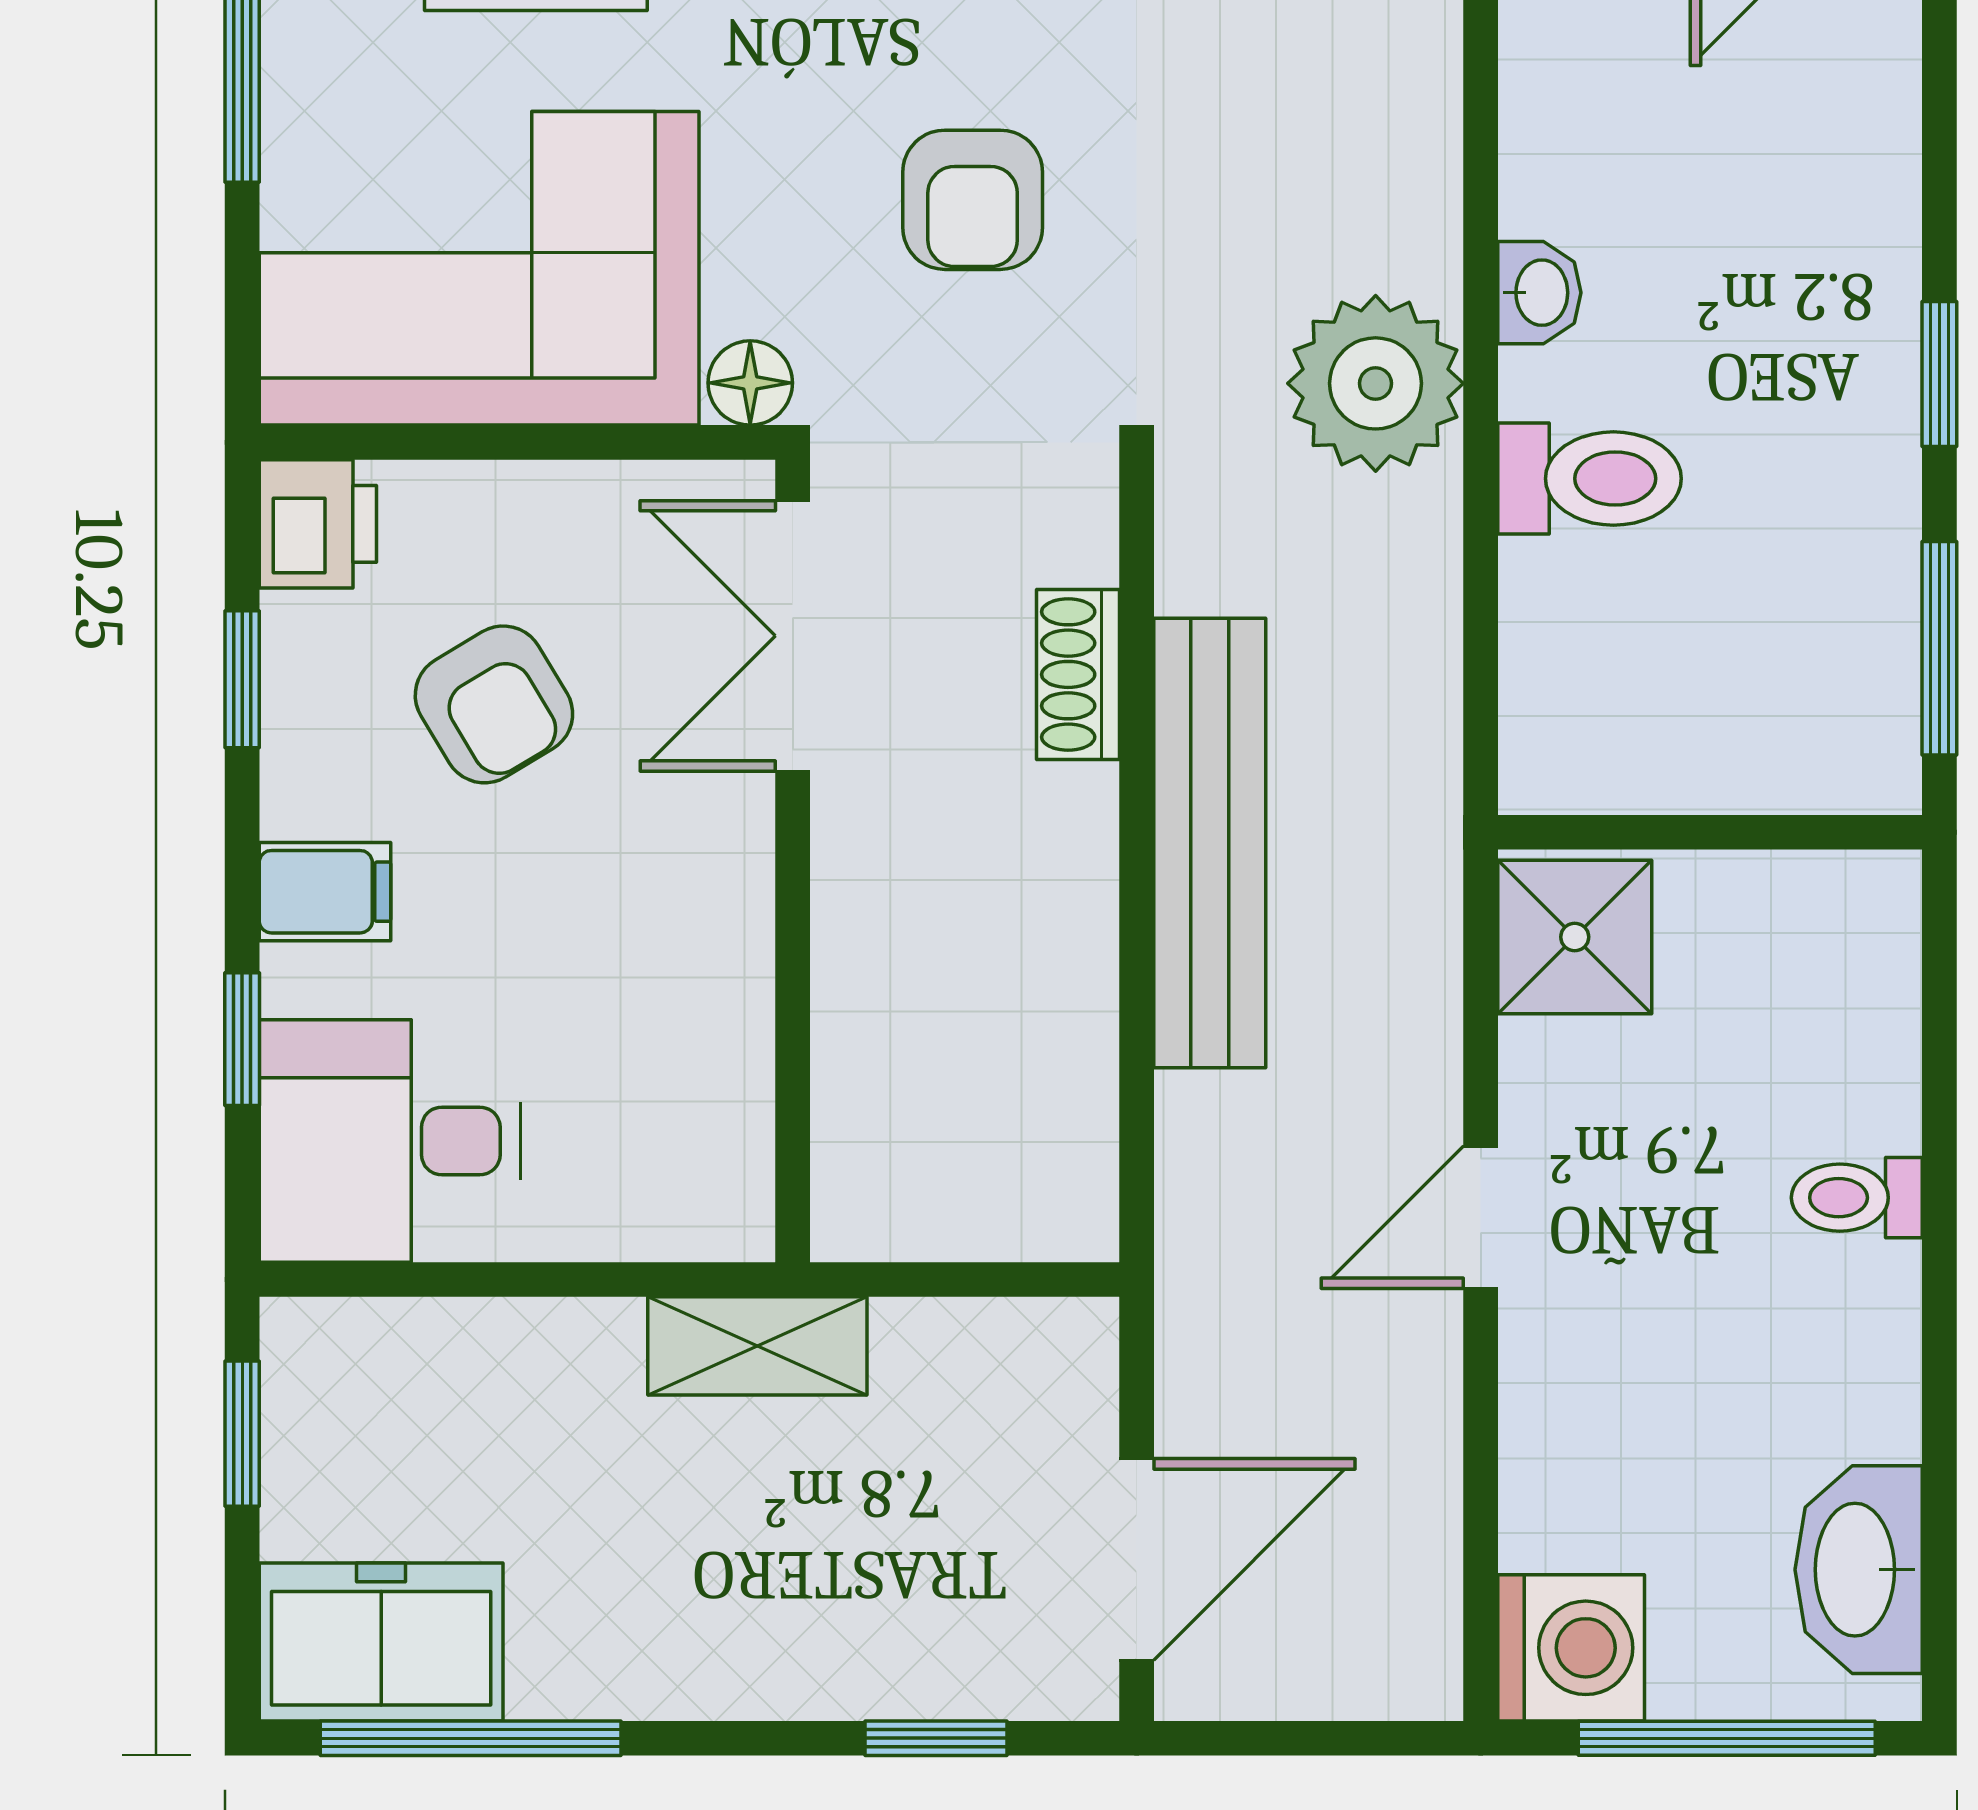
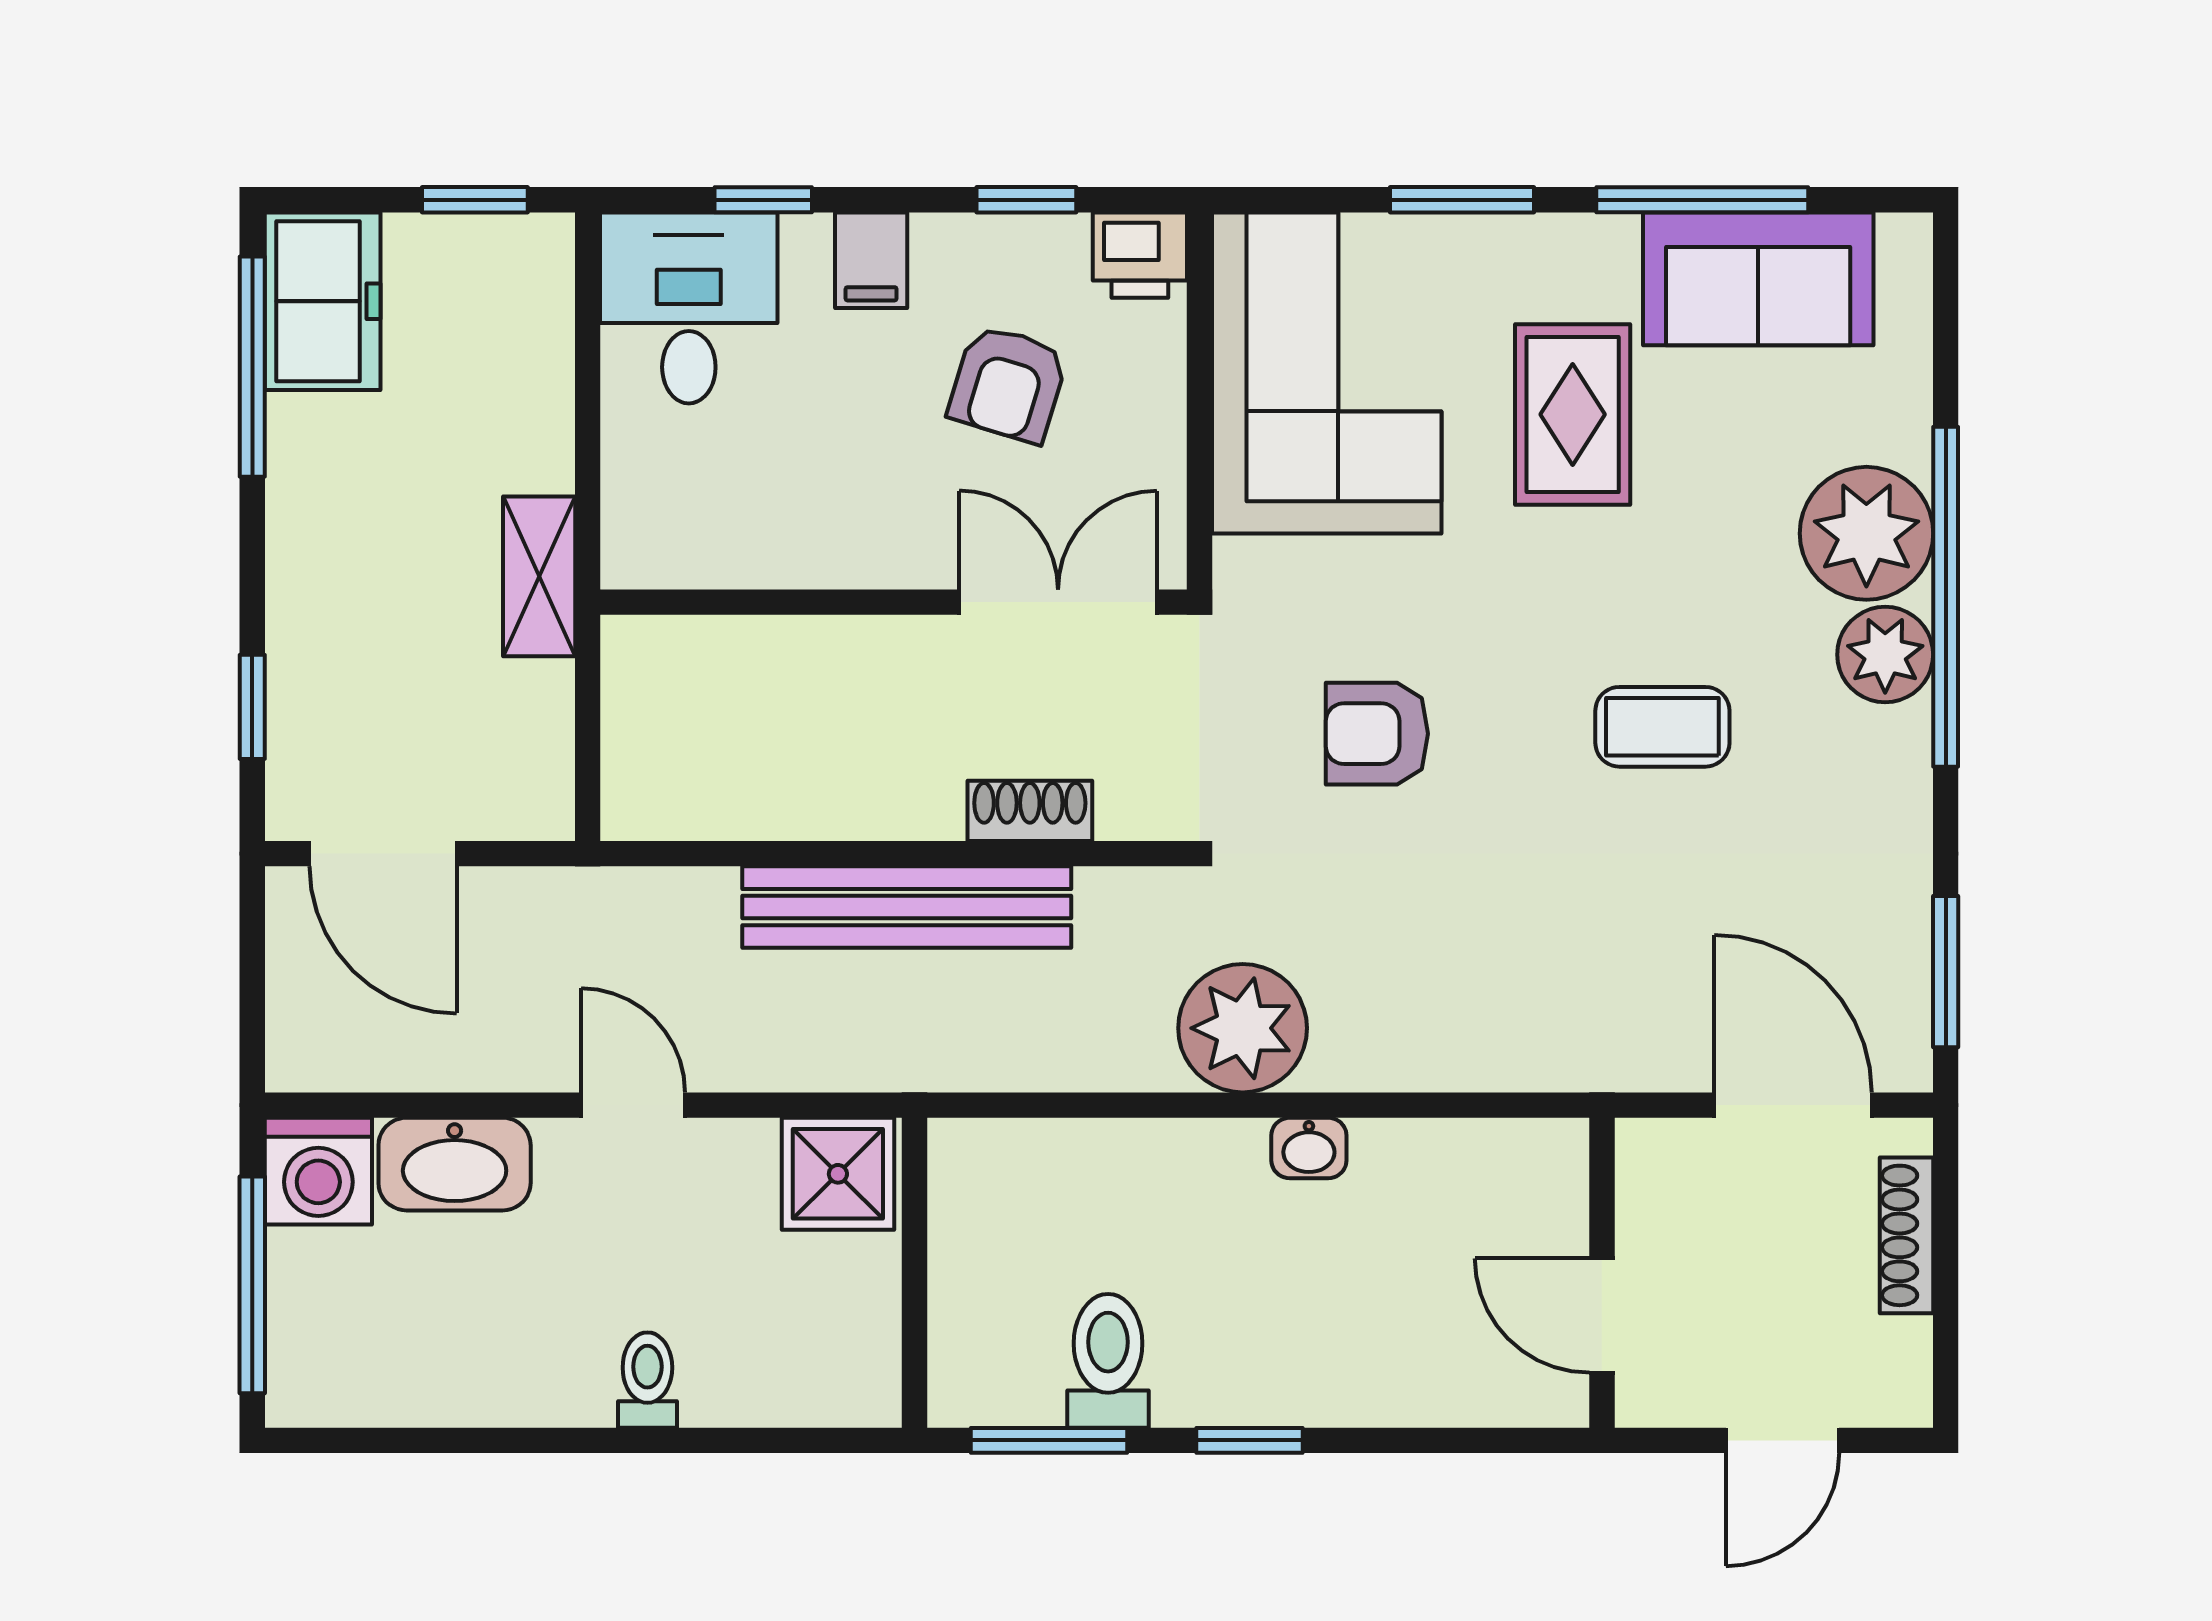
floor lamp: (750, 383) -> (1243, 571), removed
toilet: (1590, 479) -> (1108, 1361), moved, turned 180
armchair: (494, 704) -> (1008, 384), turned -42
washbasin: (1859, 1570) -> (455, 1164), moved, turned 180

